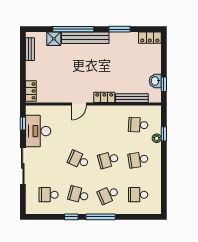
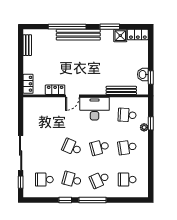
shower: (54, 39) -> (120, 36), moved
locker: (104, 97) -> (55, 90), moved
window: (23, 123) -> (21, 182), moved
desk: (38, 131) -> (95, 109), moved, turned 90

